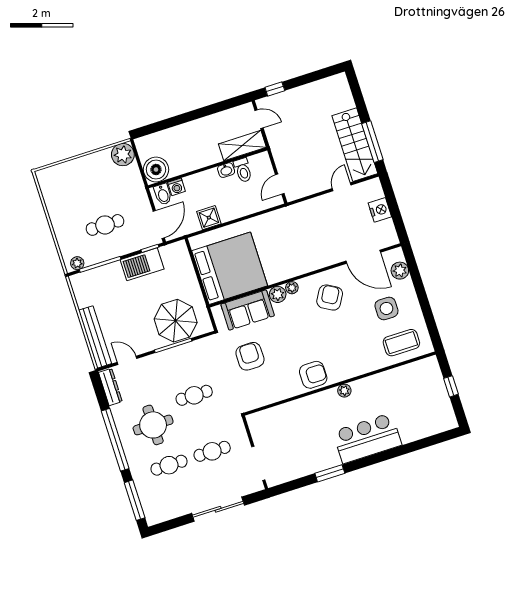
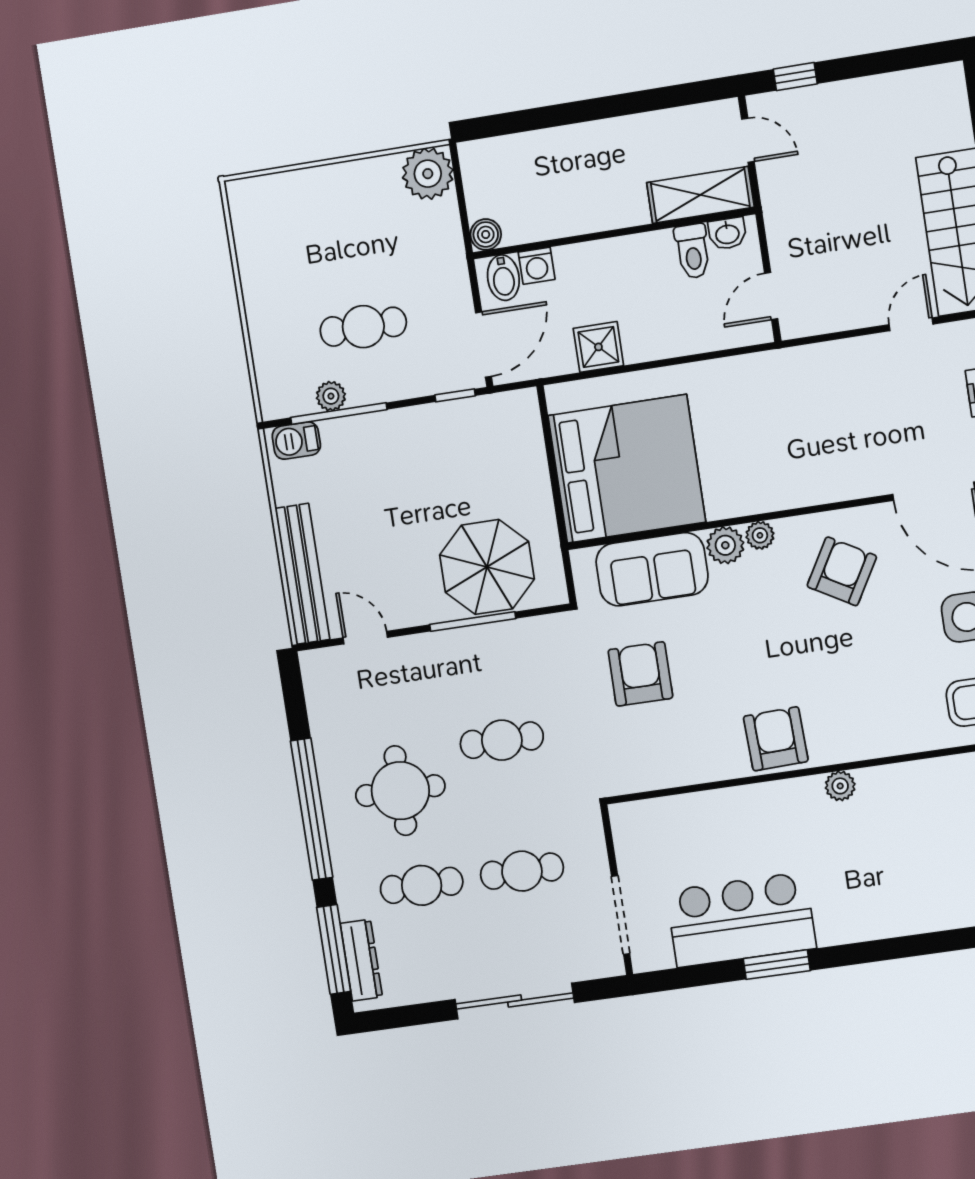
boiler: (156, 170) -> (486, 234), width x0.54, depth x0.54
washbasin: (226, 170) -> (727, 234), moved
plant: (77, 263) -> (331, 396), moved
barbecue: (142, 264) -> (296, 441), moved, width x0.53, depth x0.65
armchair: (313, 375) -> (776, 739), turned -92
dresser: (110, 387) -> (361, 960), moved
bar counter: (367, 438) -> (741, 920), moved

